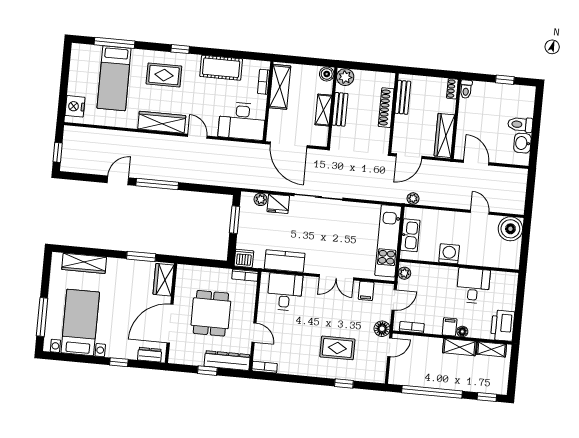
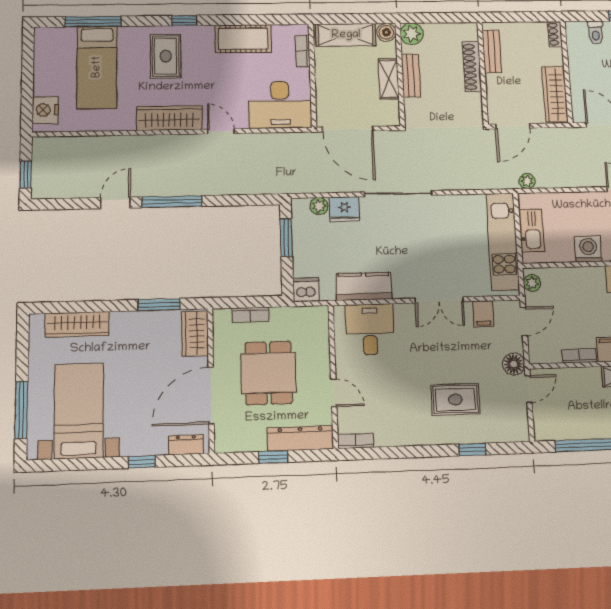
rug: (164, 75) -> (166, 56), turned 90
shelving: (280, 87) -> (346, 35), moved, turned 90
toilet: (466, 89) -> (596, 32), moved
bookcase: (245, 275) -> (251, 315), moved
bookcase: (412, 327) -> (579, 356), moved

